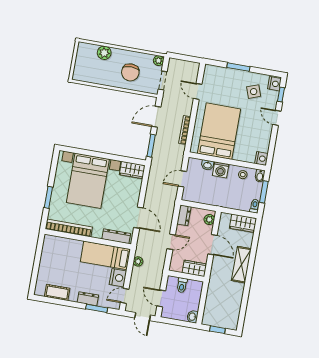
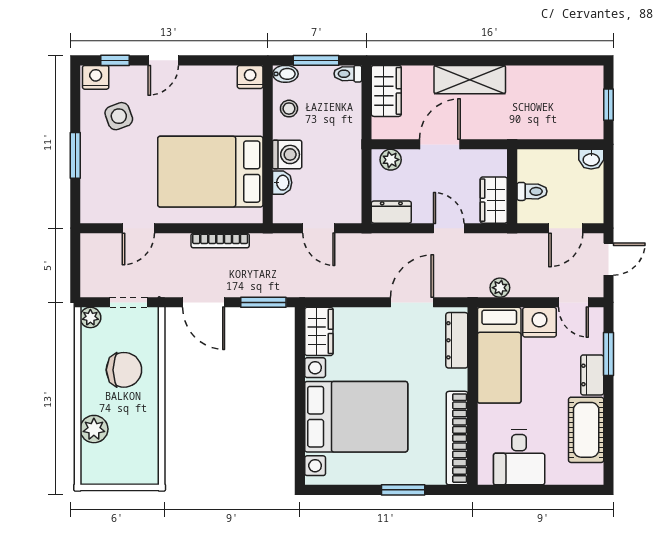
desk: (54, 256) -> (519, 457), added
wardrobe: (194, 268) -> (494, 200), moved
cot: (57, 292) -> (586, 430), width x1.37, depth x1.34

